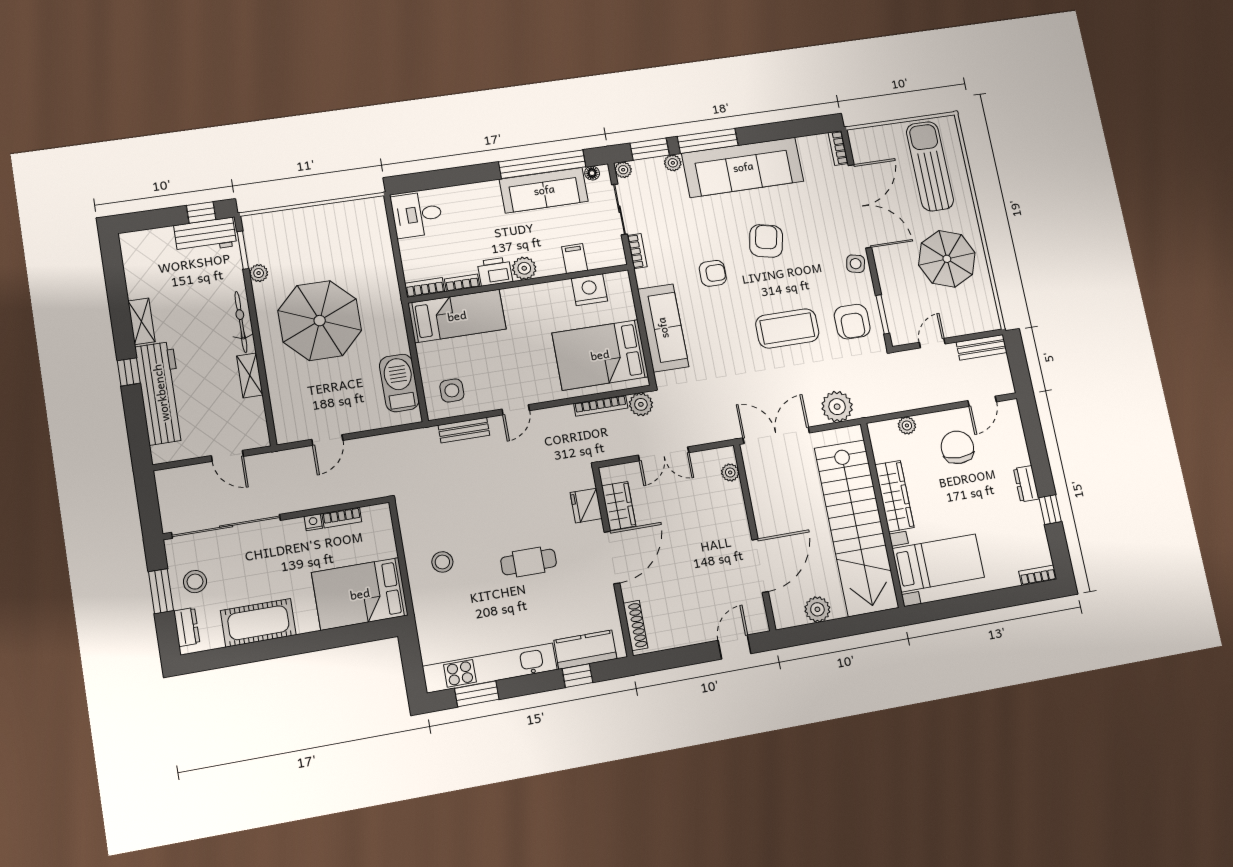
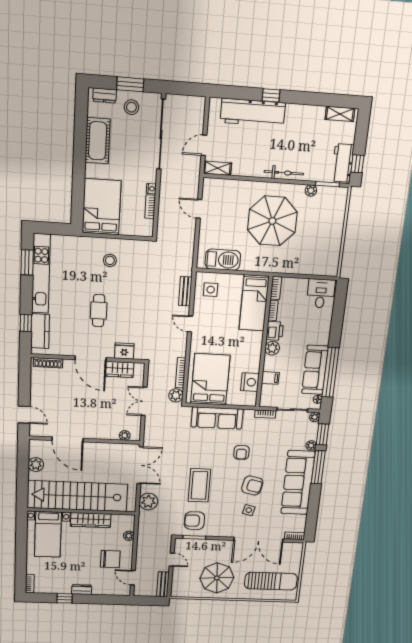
side table: (856, 264) -> (249, 510), moved
shelving: (142, 321) -> (340, 114), moved
shelving: (250, 376) -> (217, 168), moved

